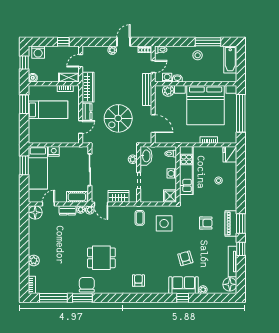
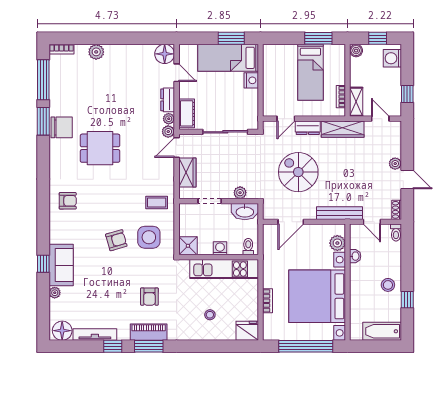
window: (208, 42) -> (407, 300), width x0.46
washing machine: (167, 78) -> (356, 242), removed
door: (81, 127) -> (286, 119), hinge flipped
dining table: (101, 258) -> (100, 148), turned 90
armchair: (185, 258) -> (116, 240), moved

